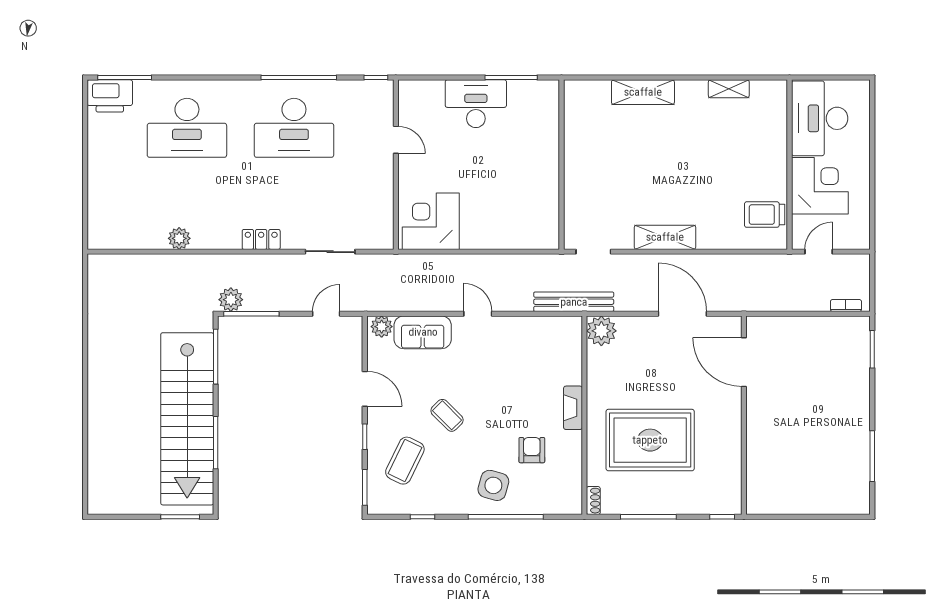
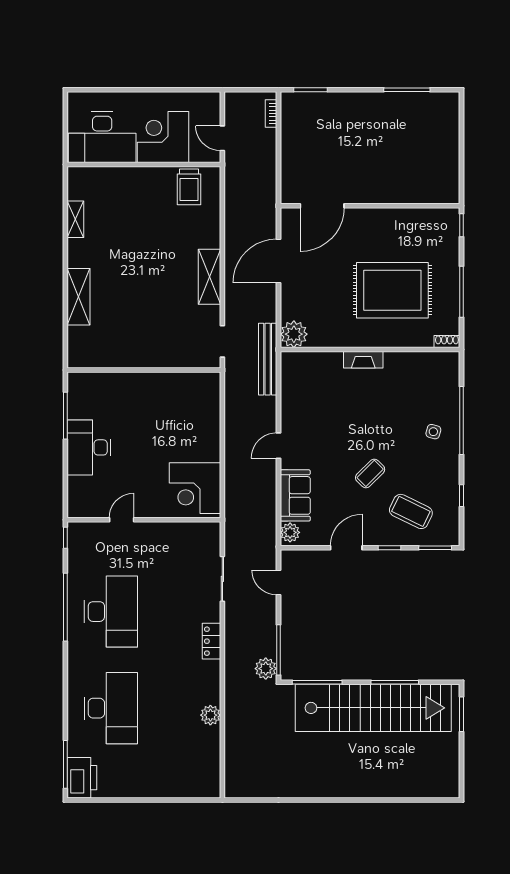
rug: (650, 440) -> (392, 290), turned 90
armchair: (532, 450) -> (401, 397), removed
side table: (493, 485) -> (433, 432), width x0.54, depth x0.54

